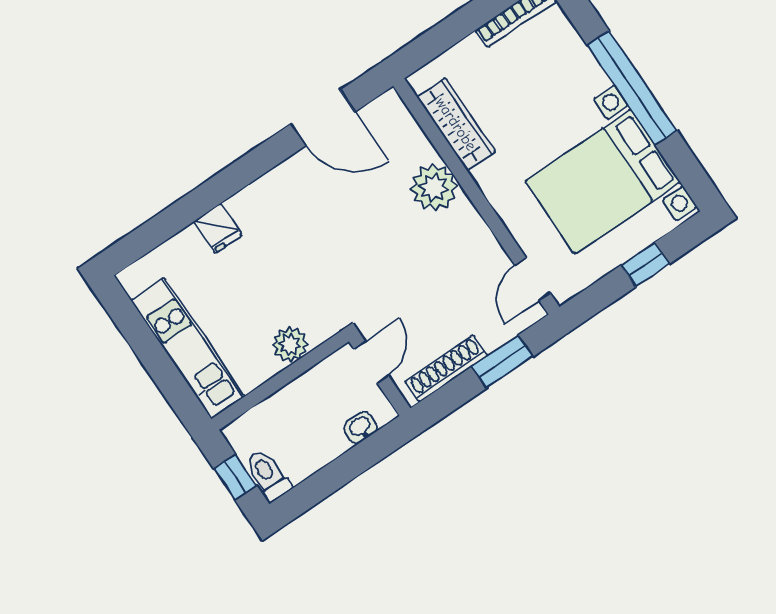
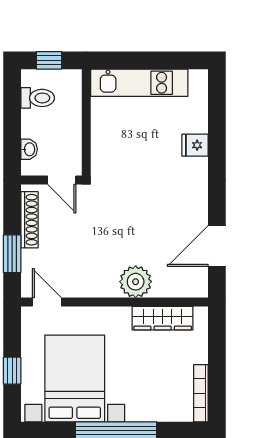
plant: (290, 345) -> (102, 141), removed
toilet: (268, 475) -> (38, 98), moved

